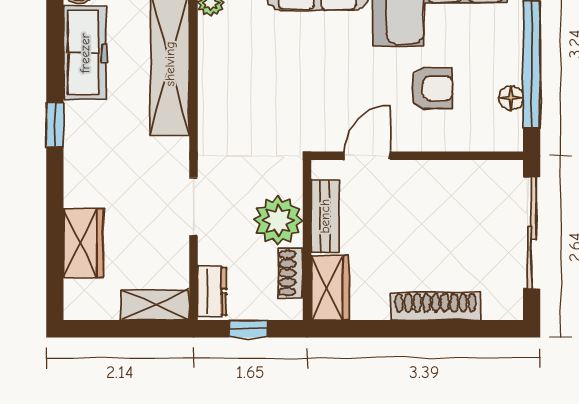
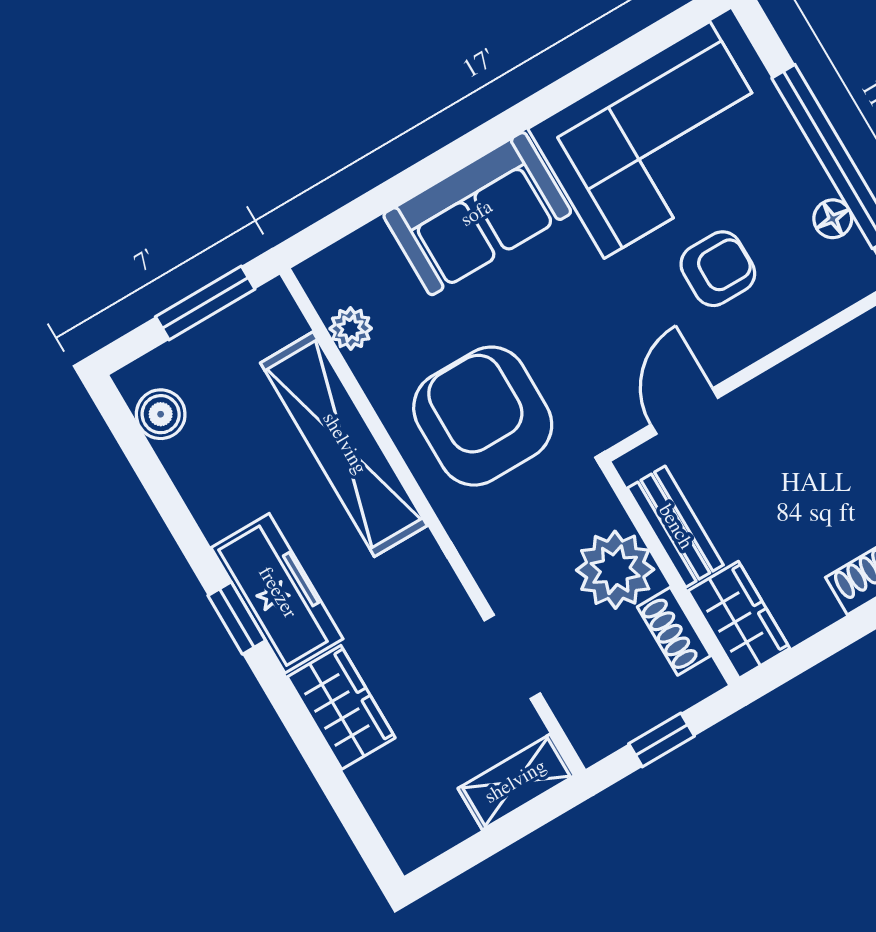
freezer: (85, 53) -> (277, 593), moved
armchair: (255, 93) -> (483, 416), added
doorway: (193, 207) -> (512, 657), moved
wardrobe: (83, 243) -> (341, 707), moved
dresser: (212, 291) -> (582, 718), removed

